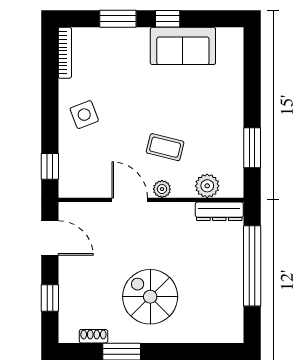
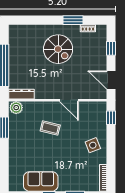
plant: (207, 186) -> (16, 108), moved
plant: (162, 189) -> (52, 106), removed

